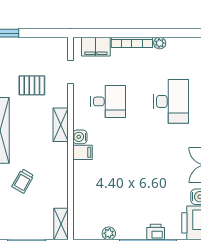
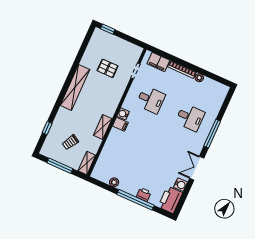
desk: (171, 101) -> (190, 117), width x0.73
shelving: (61, 125) -> (103, 127), moved
trolley: (23, 181) -> (70, 142), moved

